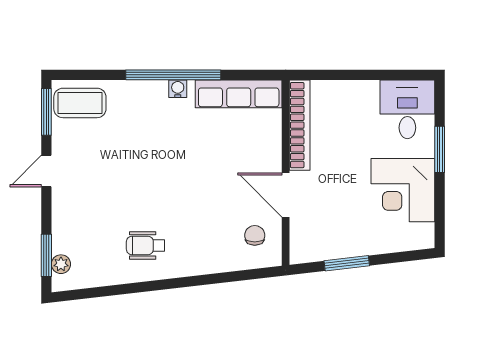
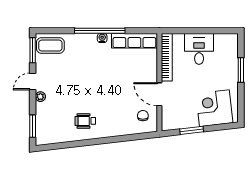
desk: (407, 109) -> (199, 49), moved
corner desk: (403, 190) -> (214, 108), moved, turned 83
plant: (61, 264) -> (40, 97), moved

